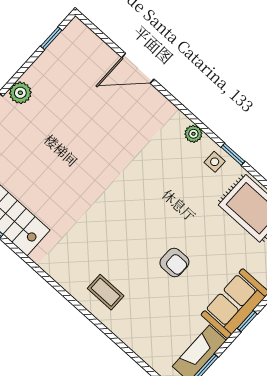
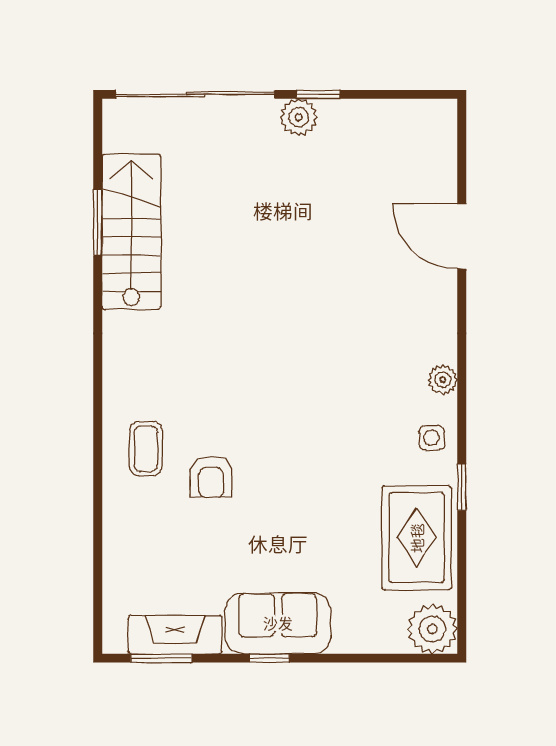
window: (51, 38) -> (318, 94), moved
window: (233, 154) -> (462, 487), moved
armchair: (174, 262) -> (211, 477), moved

